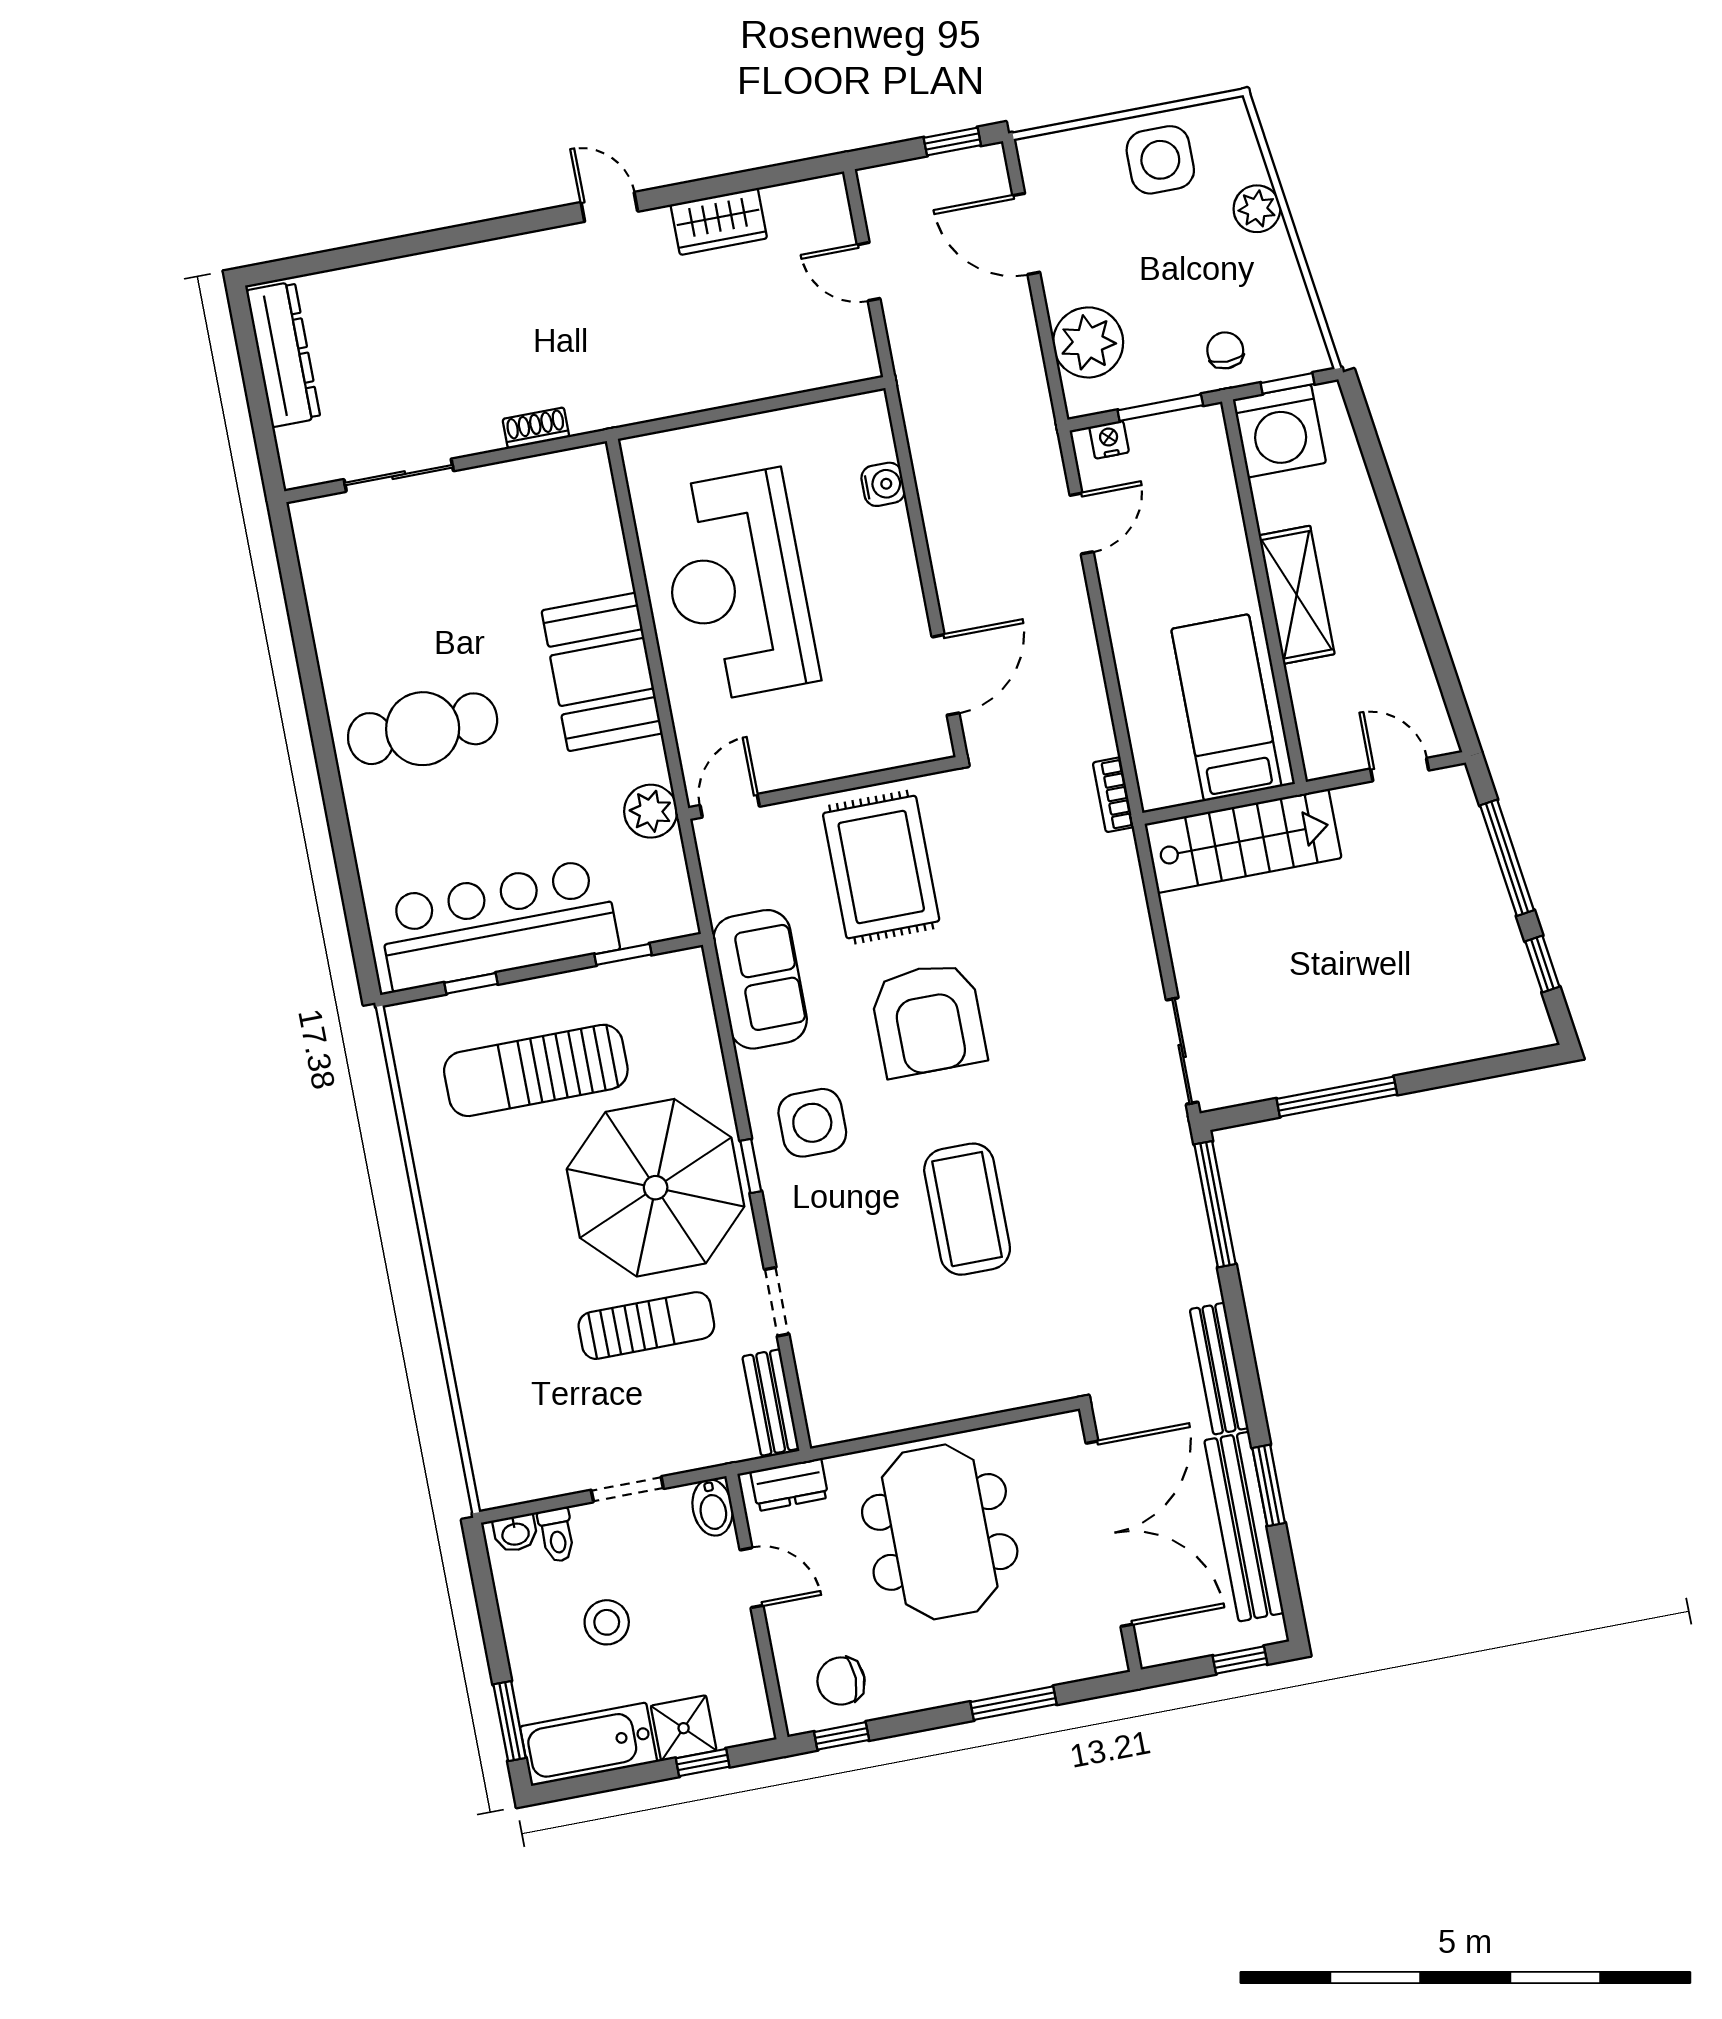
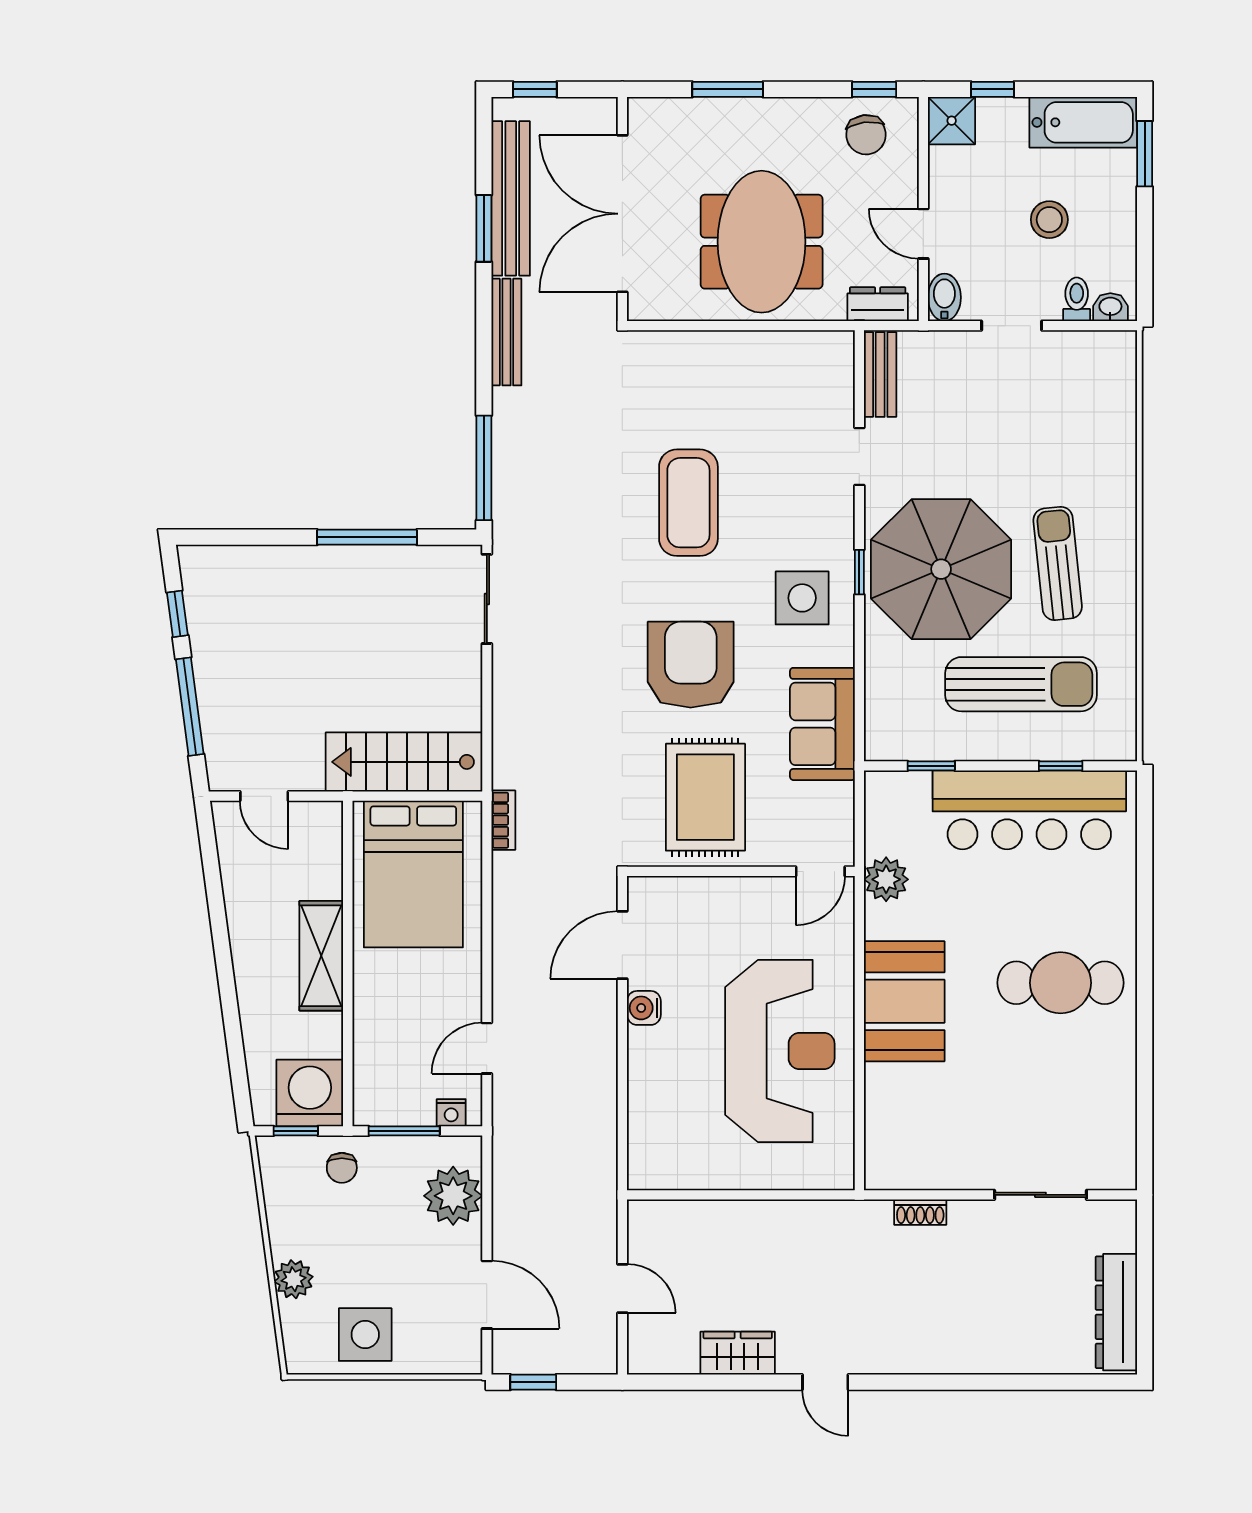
water cooler: (883, 484) -> (644, 1008), moved
bed: (1226, 708) -> (413, 874), width x1.50
sun lounger: (646, 1326) -> (1058, 563), moved, turned 84
chair: (841, 1681) -> (866, 135), turned 83
shower: (684, 1728) -> (952, 121), moved

